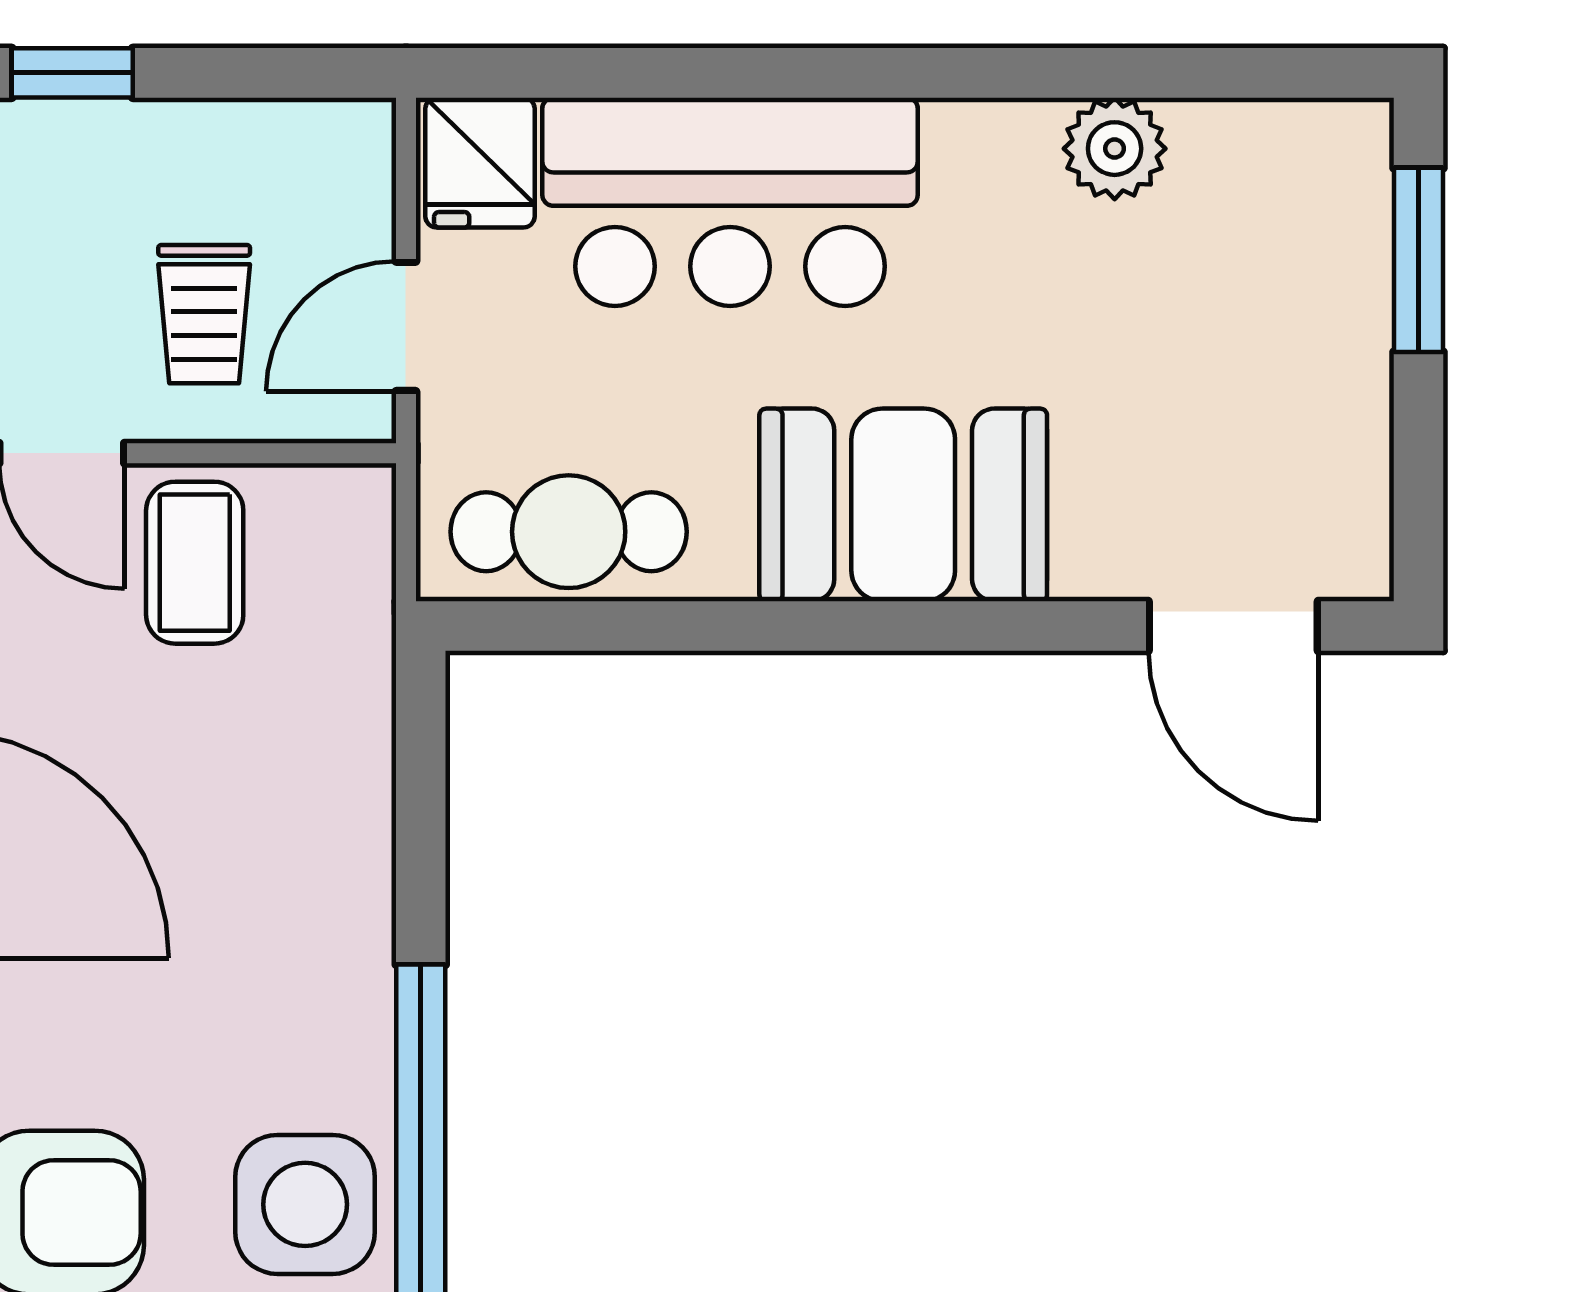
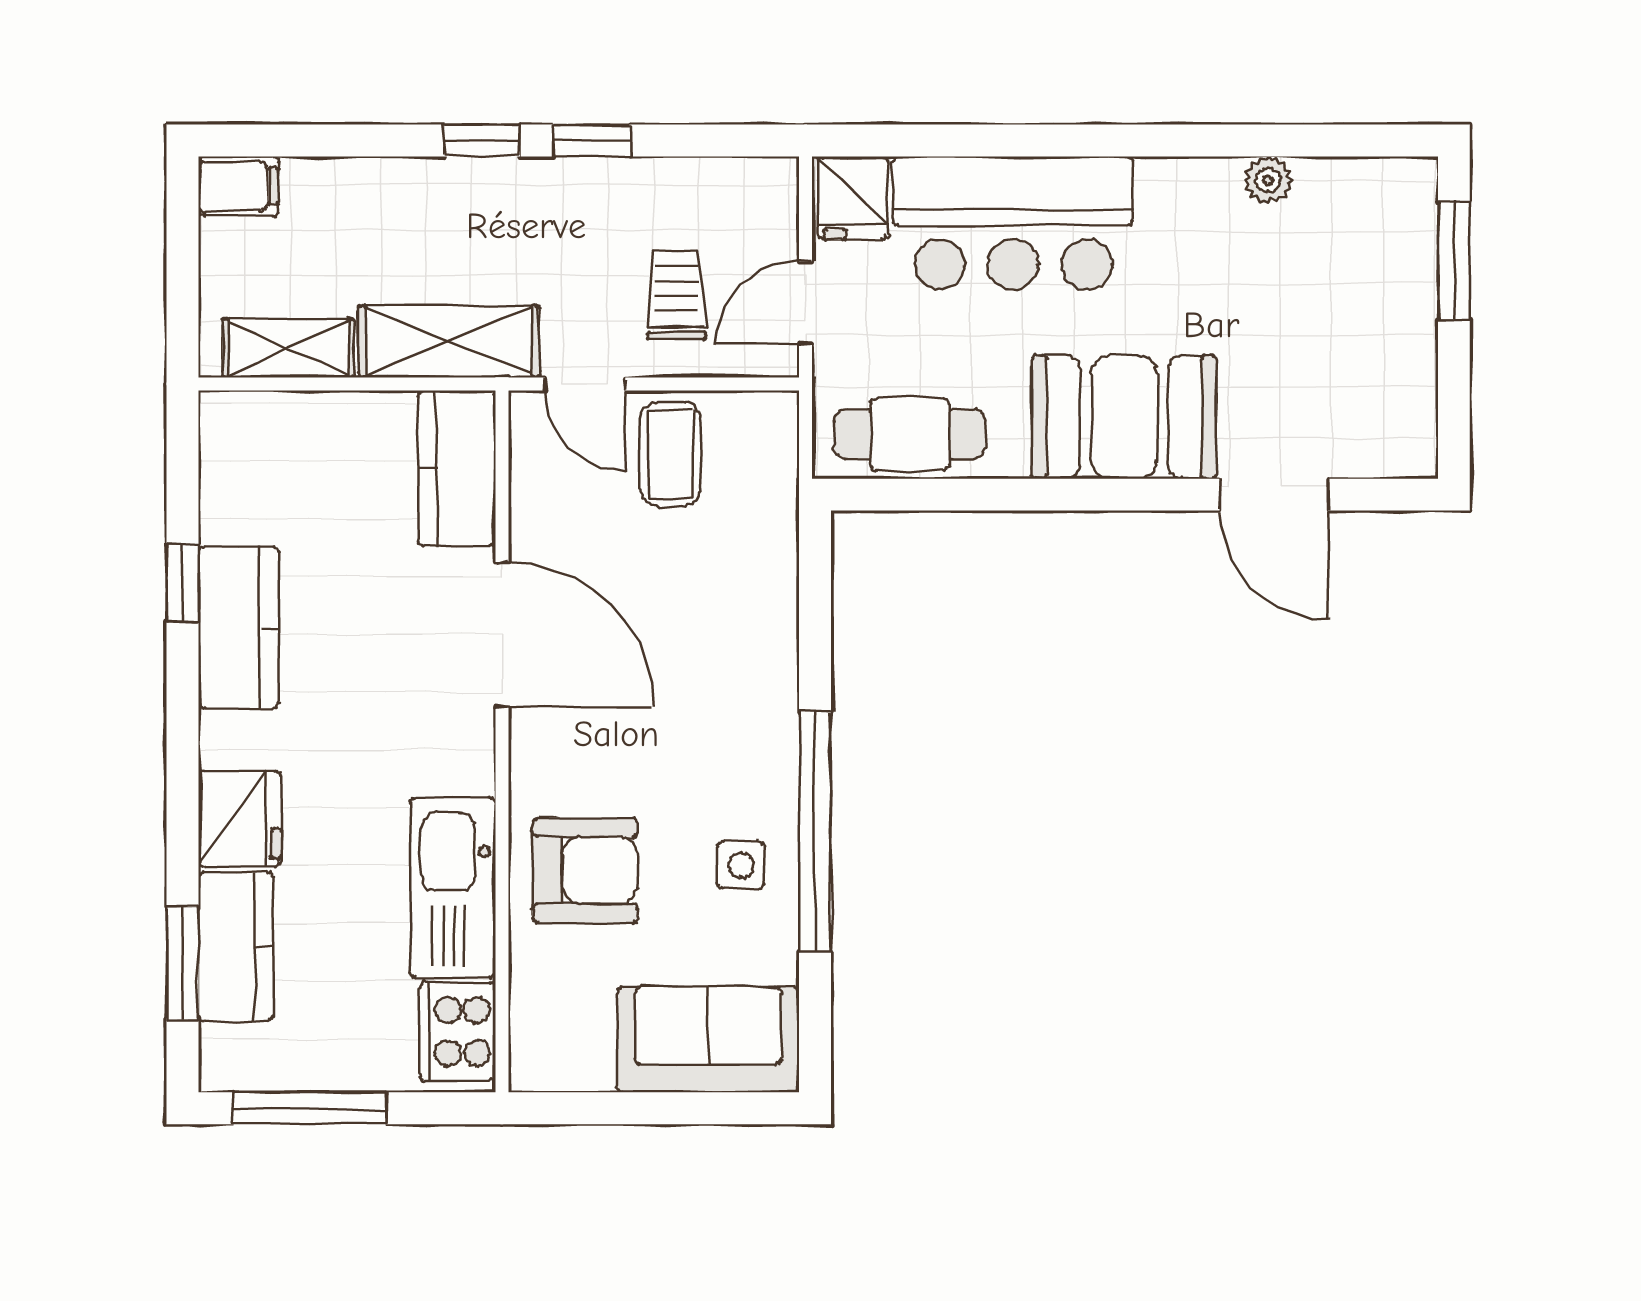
plant: (1115, 149) -> (1268, 180), width x0.73, depth x0.73
trolley: (204, 314) -> (676, 295), turned 180
door: (1233, 626) -> (1274, 495), moved
side table: (305, 1204) -> (741, 865), width x0.54, depth x0.54

